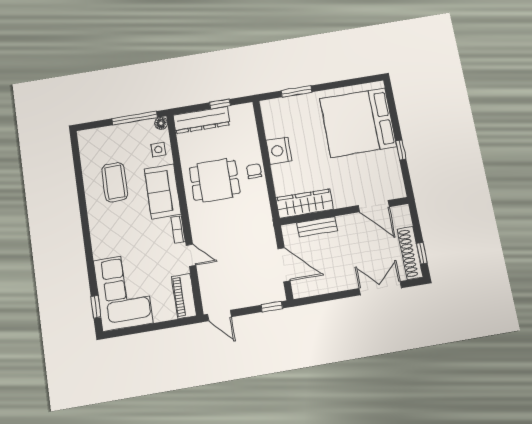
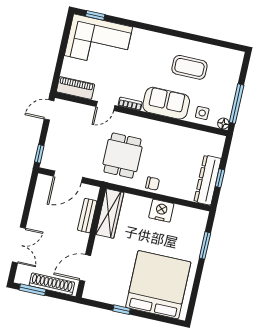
dresser: (202, 120) -> (208, 180), moved
dining table: (215, 180) -> (122, 156), moved
shoe rack: (410, 253) -> (52, 284), moved
window: (422, 253) -> (33, 290), width x1.50

